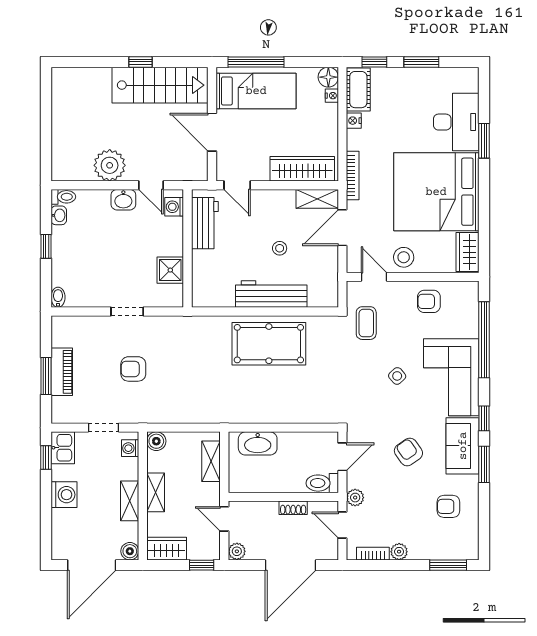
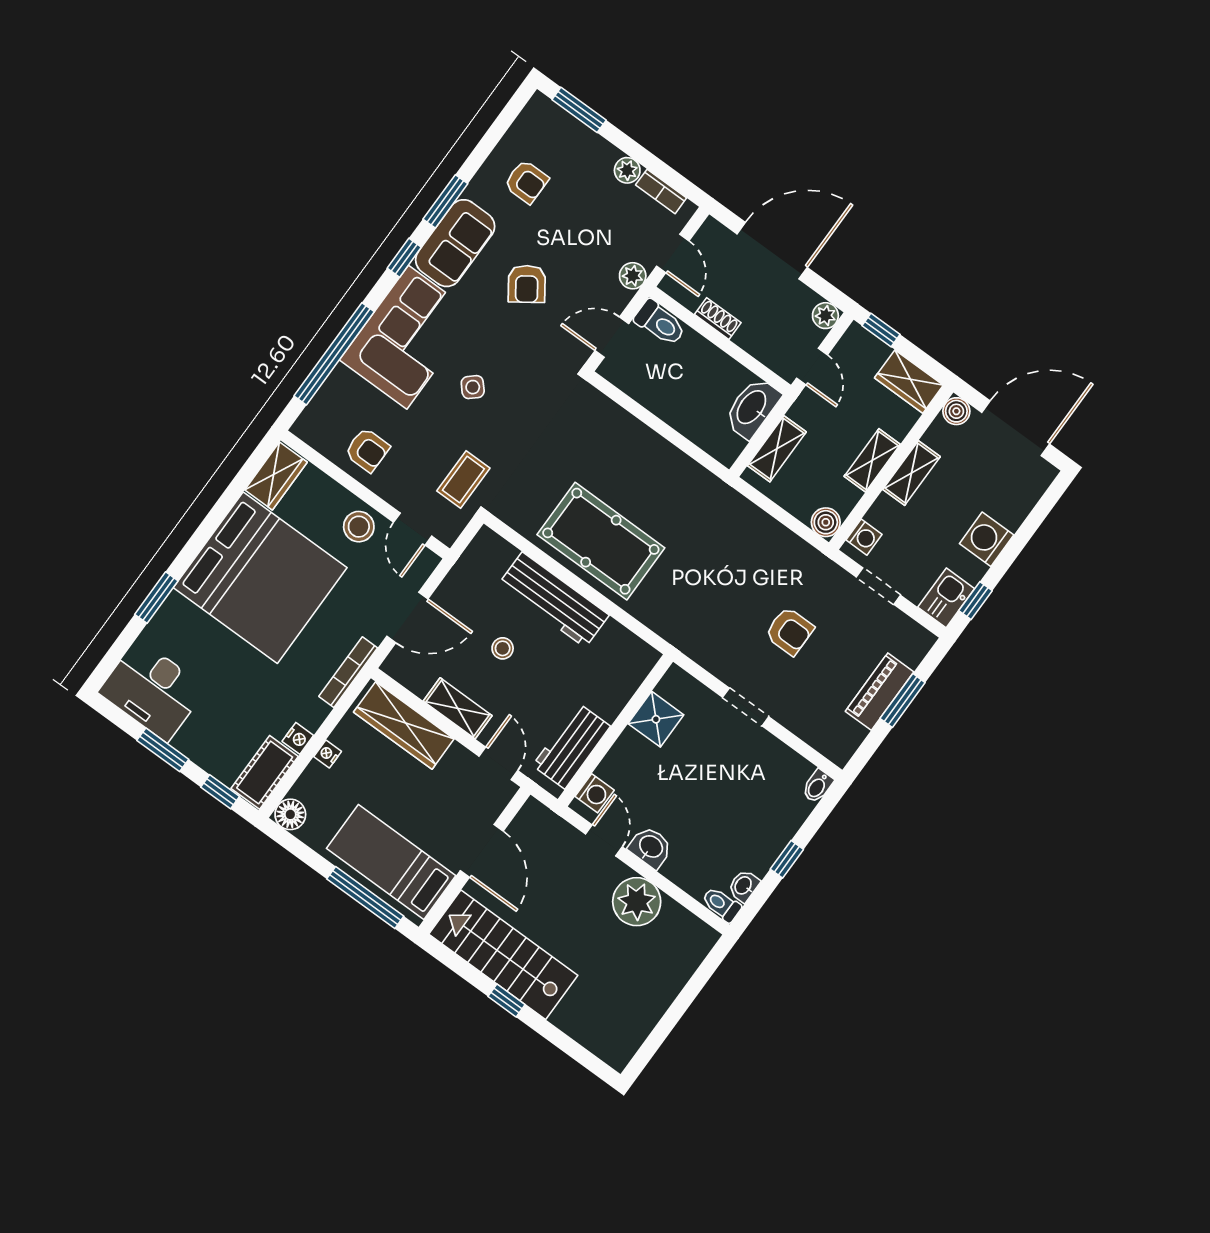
nightstand: (332, 96) -> (328, 754), moved
desk: (456, 122) -> (152, 690), moved, turned -90
shelving: (317, 199) -> (458, 708), moved
washbasin: (258, 443) -> (752, 408), moved, turned -90

